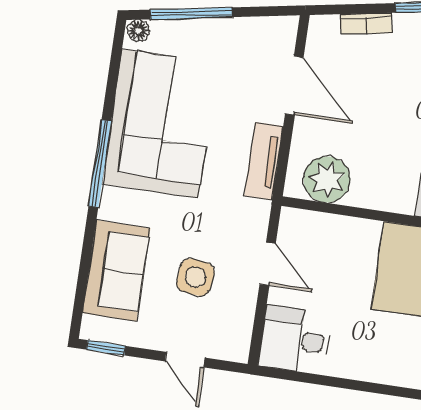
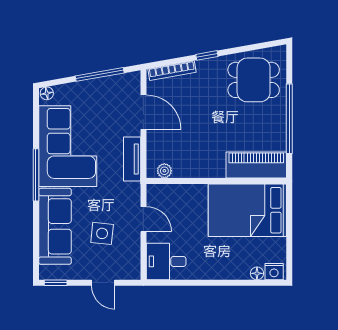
window: (191, 13) -> (100, 74), moved
bookcase: (366, 24) -> (172, 71), width x1.56
plant: (327, 179) -> (164, 171), width x0.53, depth x0.53
sofa: (116, 271) -> (55, 226), width x1.36

